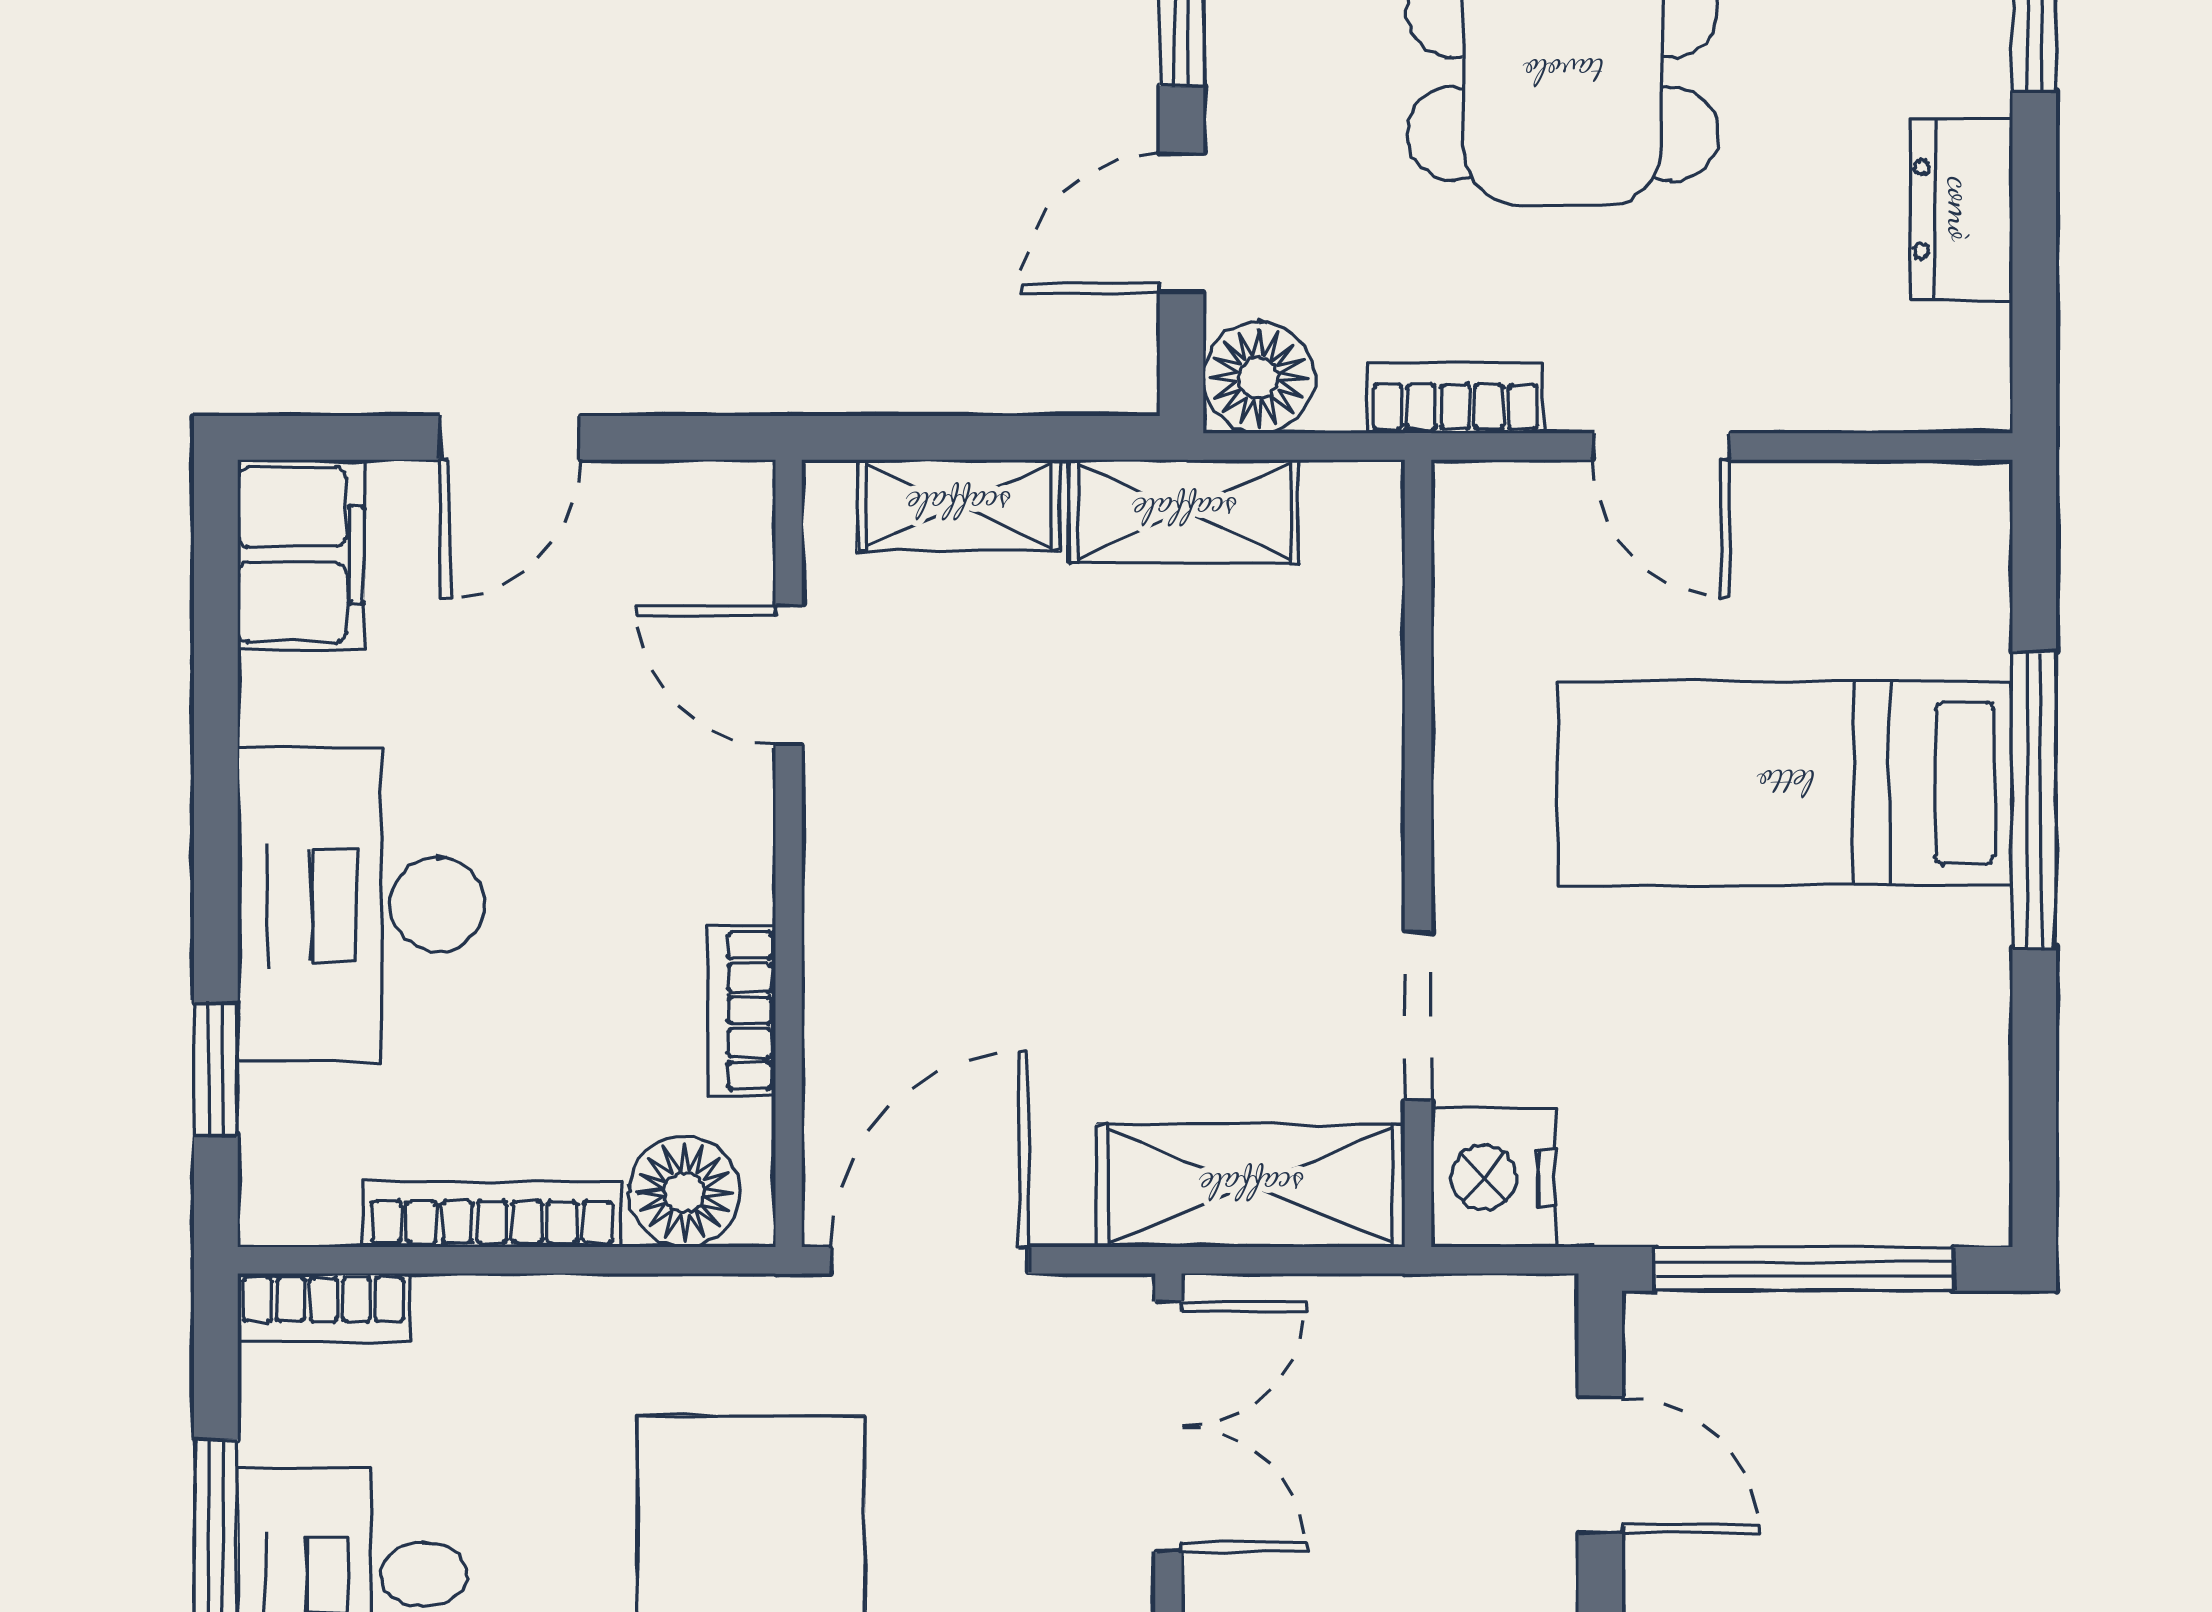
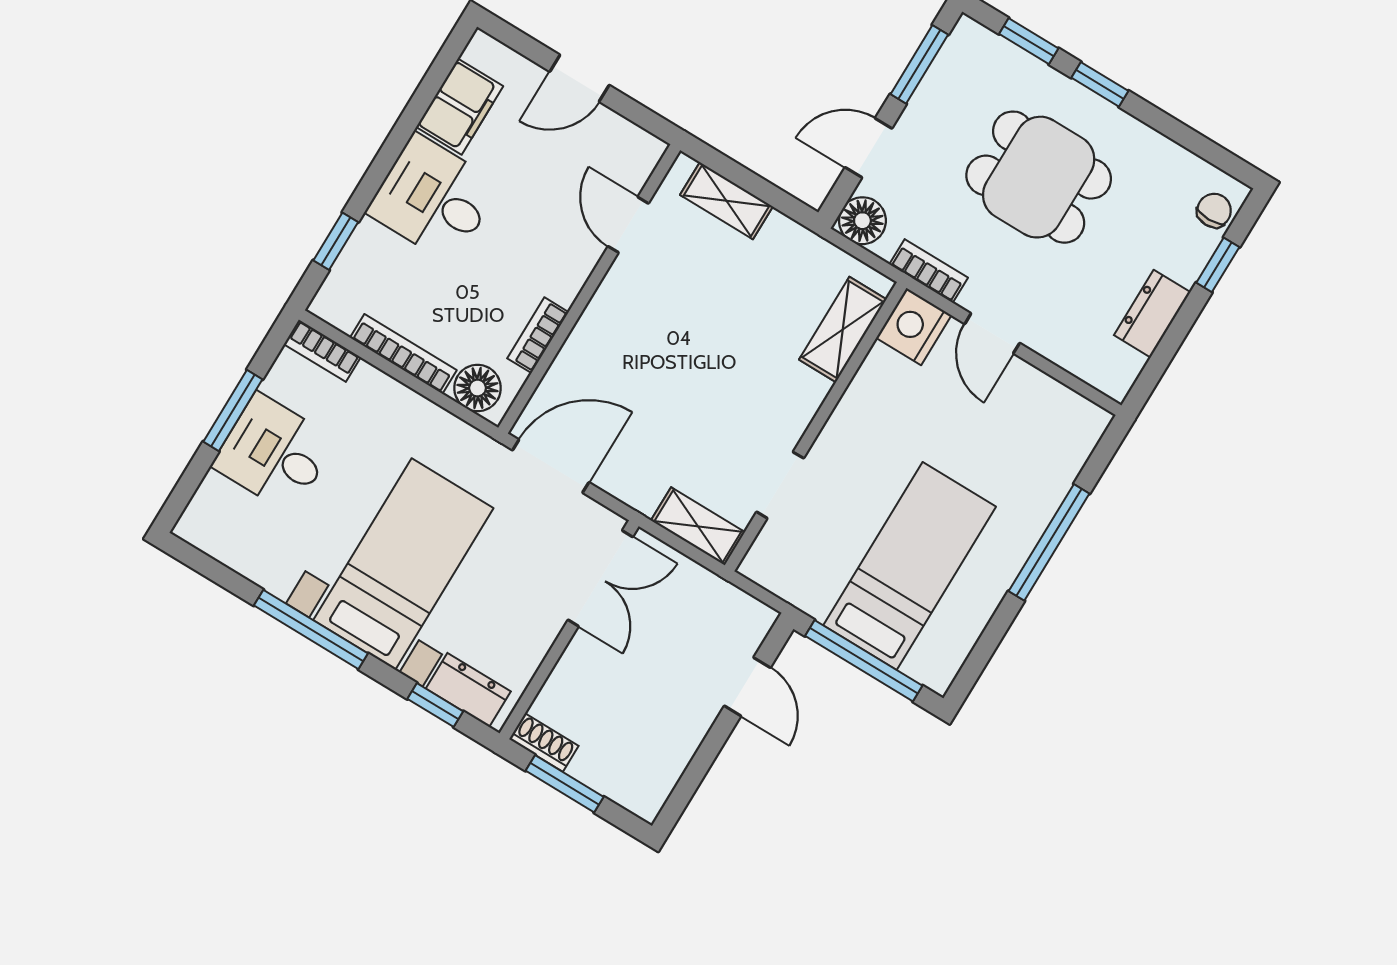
shelving: (1184, 511) -> (843, 330), moved, turned 90
filing cabinet: (301, 555) -> (460, 107), moved
bed: (1786, 783) -> (910, 566), moved, turned 90
desk: (361, 905) -> (433, 198), width x0.73
nightstand: (1494, 1177) -> (914, 327), moved
shelving: (1251, 1186) -> (698, 526), width x0.67, depth x0.75

